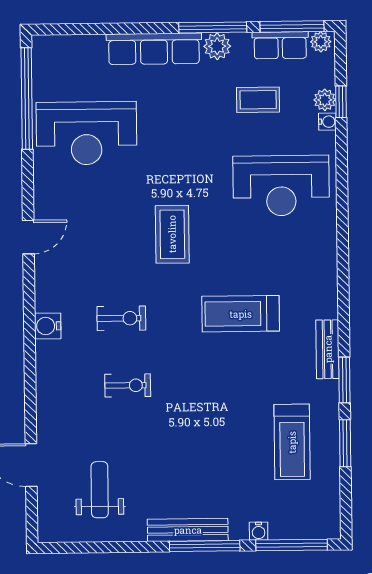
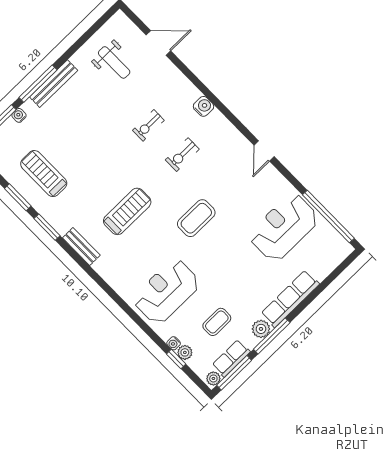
coffee table: (172, 234) -> (196, 218), turned 90
water cooler: (48, 326) -> (203, 106), moved
bench: (328, 349) -> (81, 247), moved

